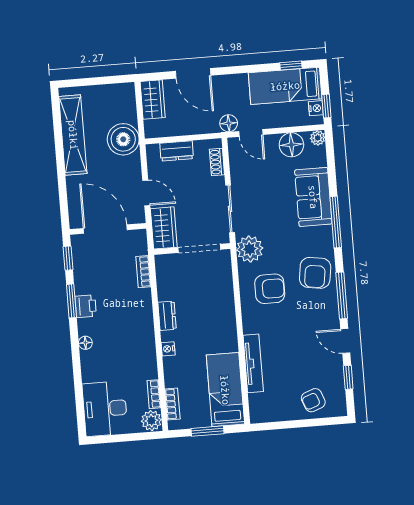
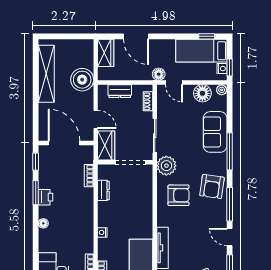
dresser: (167, 316) -> (103, 190), moved

